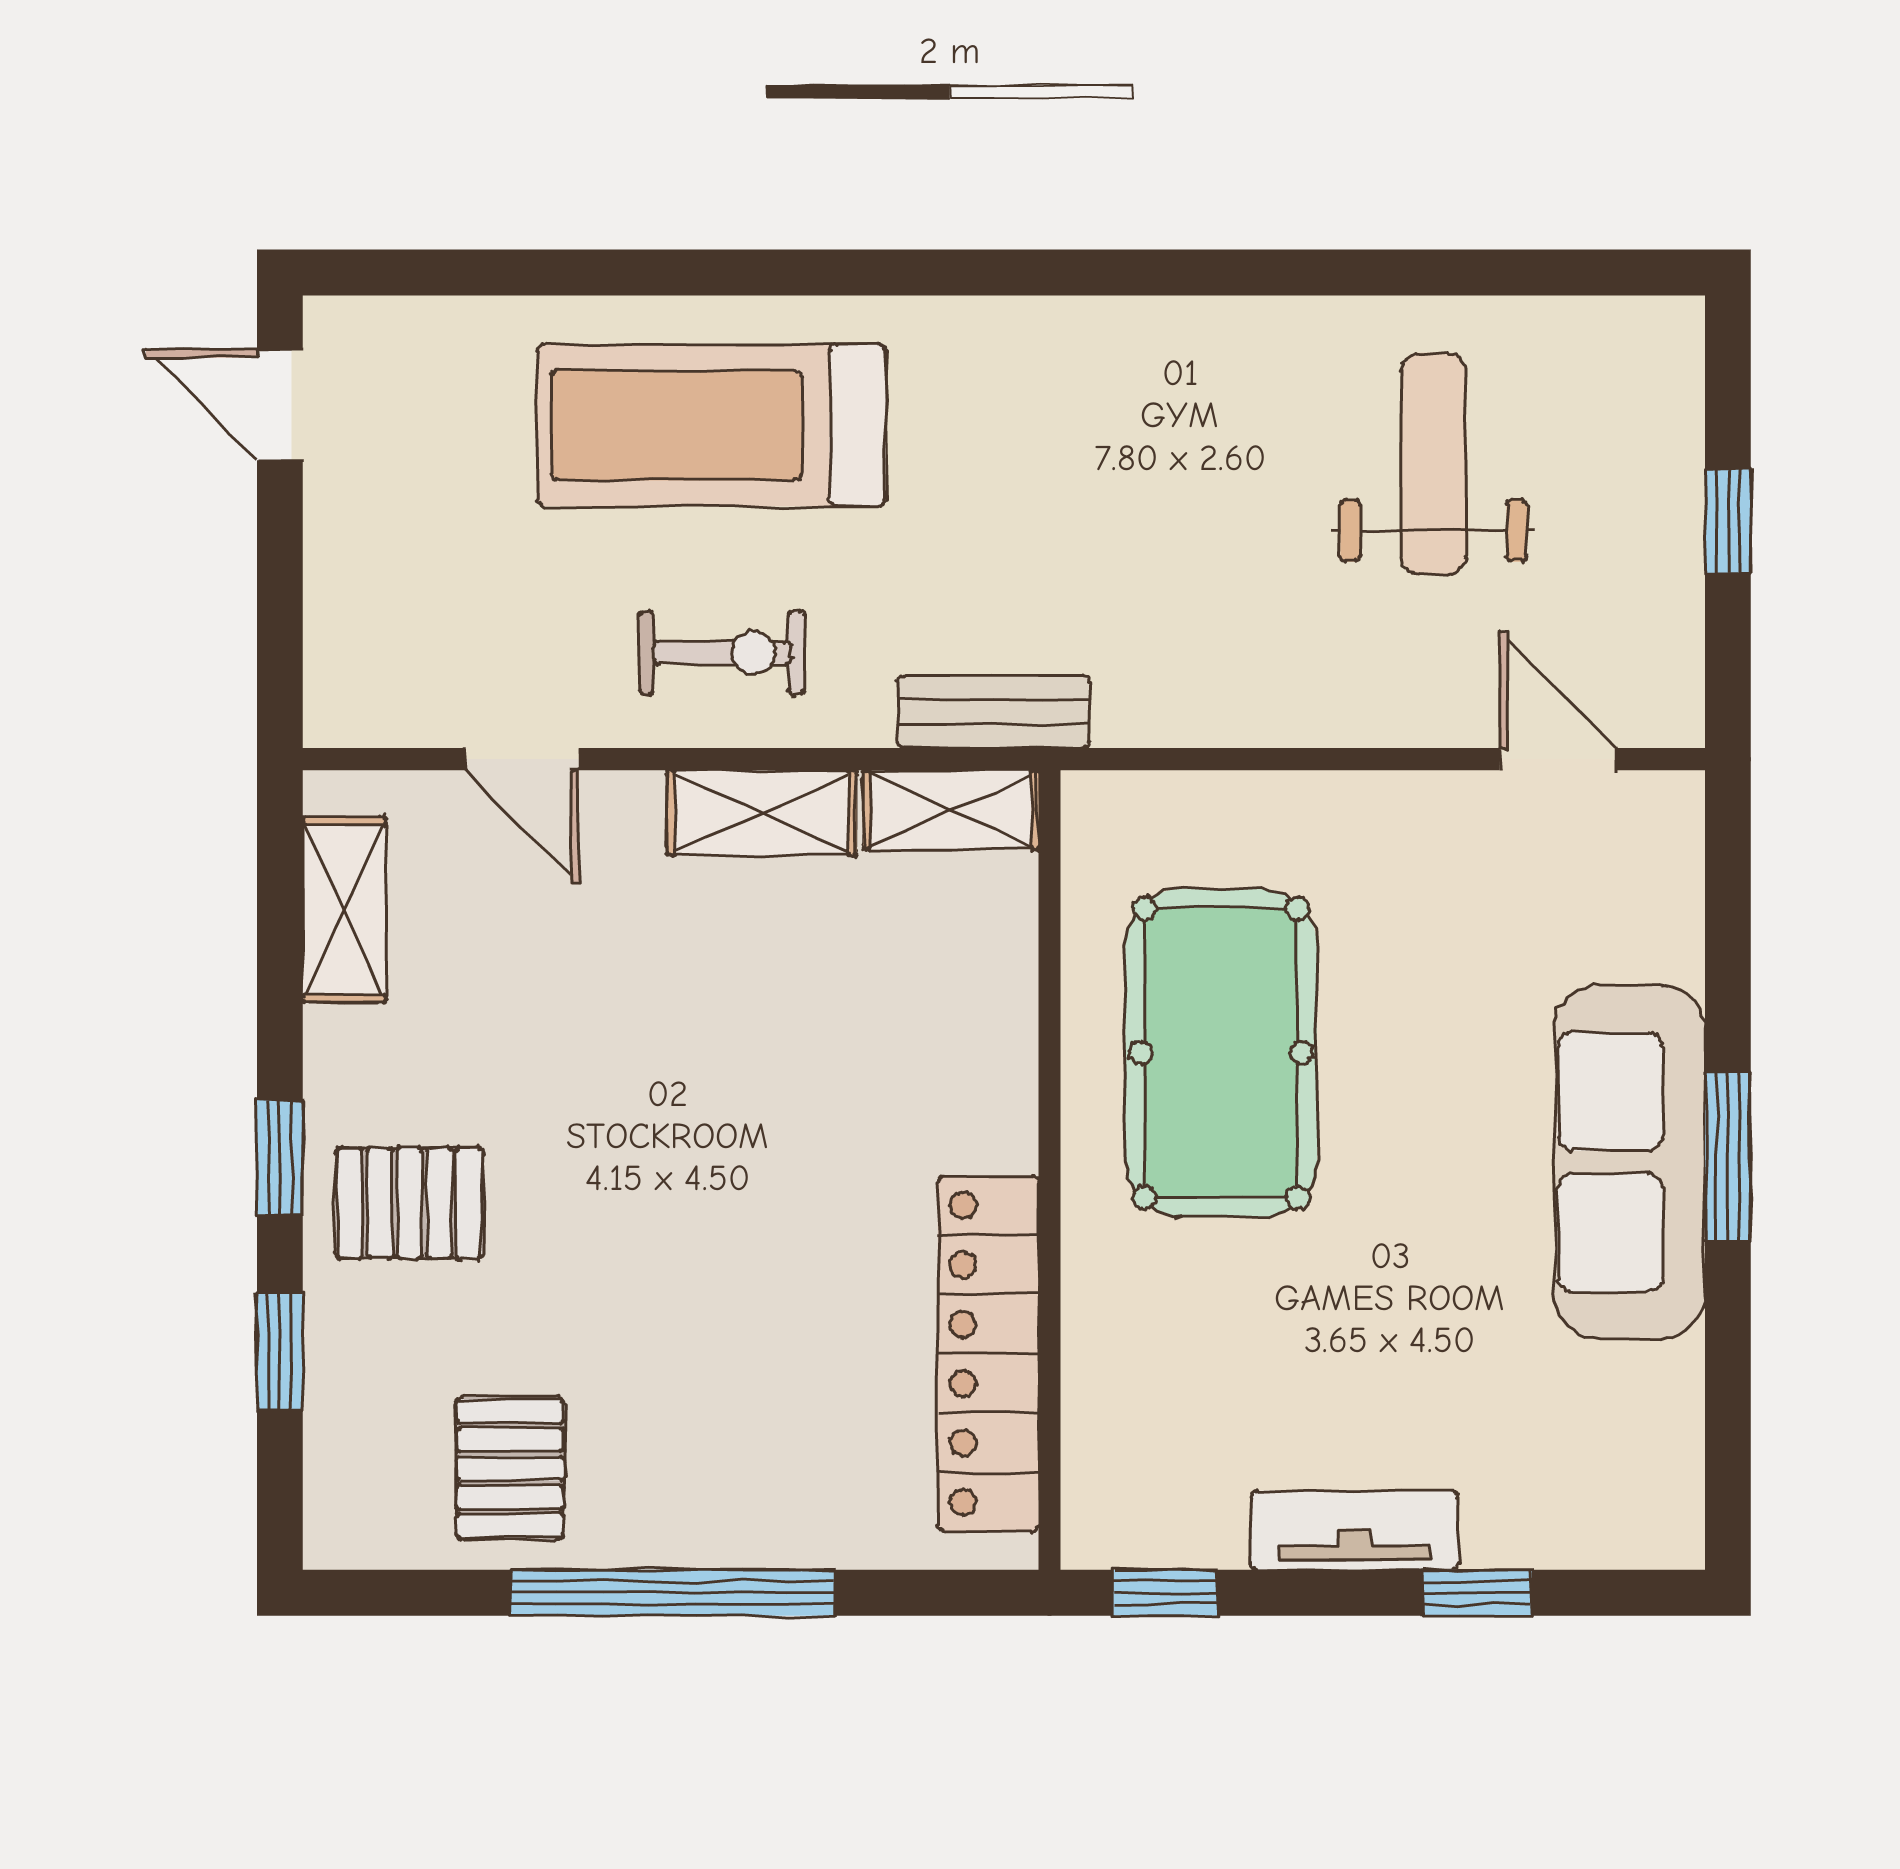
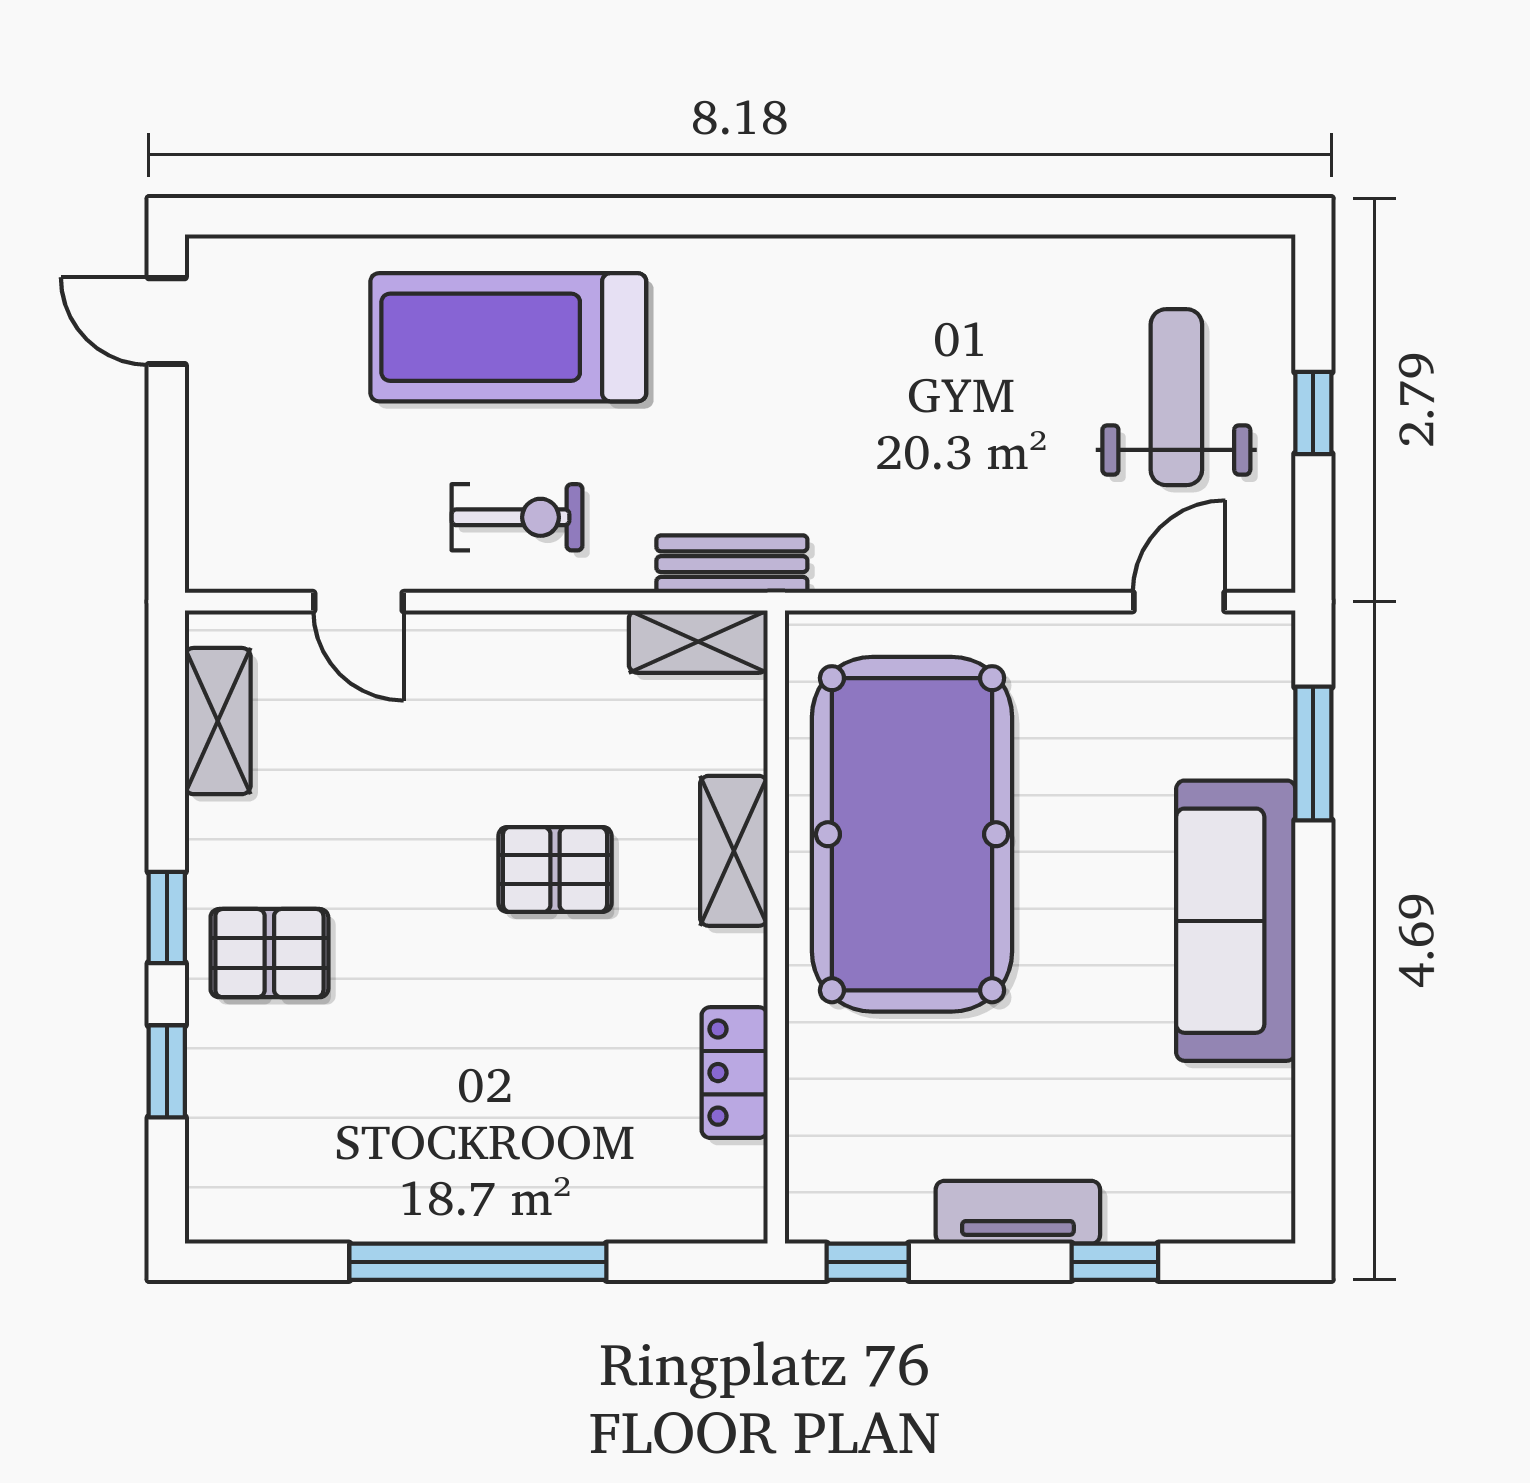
weight bench: (1434, 464) -> (1176, 397), moved
door: (1558, 759) -> (1179, 602), hinge flipped
shelving: (761, 813) -> (734, 851), moved, turned 90
pool table: (1221, 1053) -> (912, 834), width x1.36, depth x1.32
window: (1728, 1156) -> (1313, 754), moved
locker: (988, 1354) -> (735, 1073), width x0.46, depth x0.83
pallet: (510, 1468) -> (555, 869), moved, turned 90

